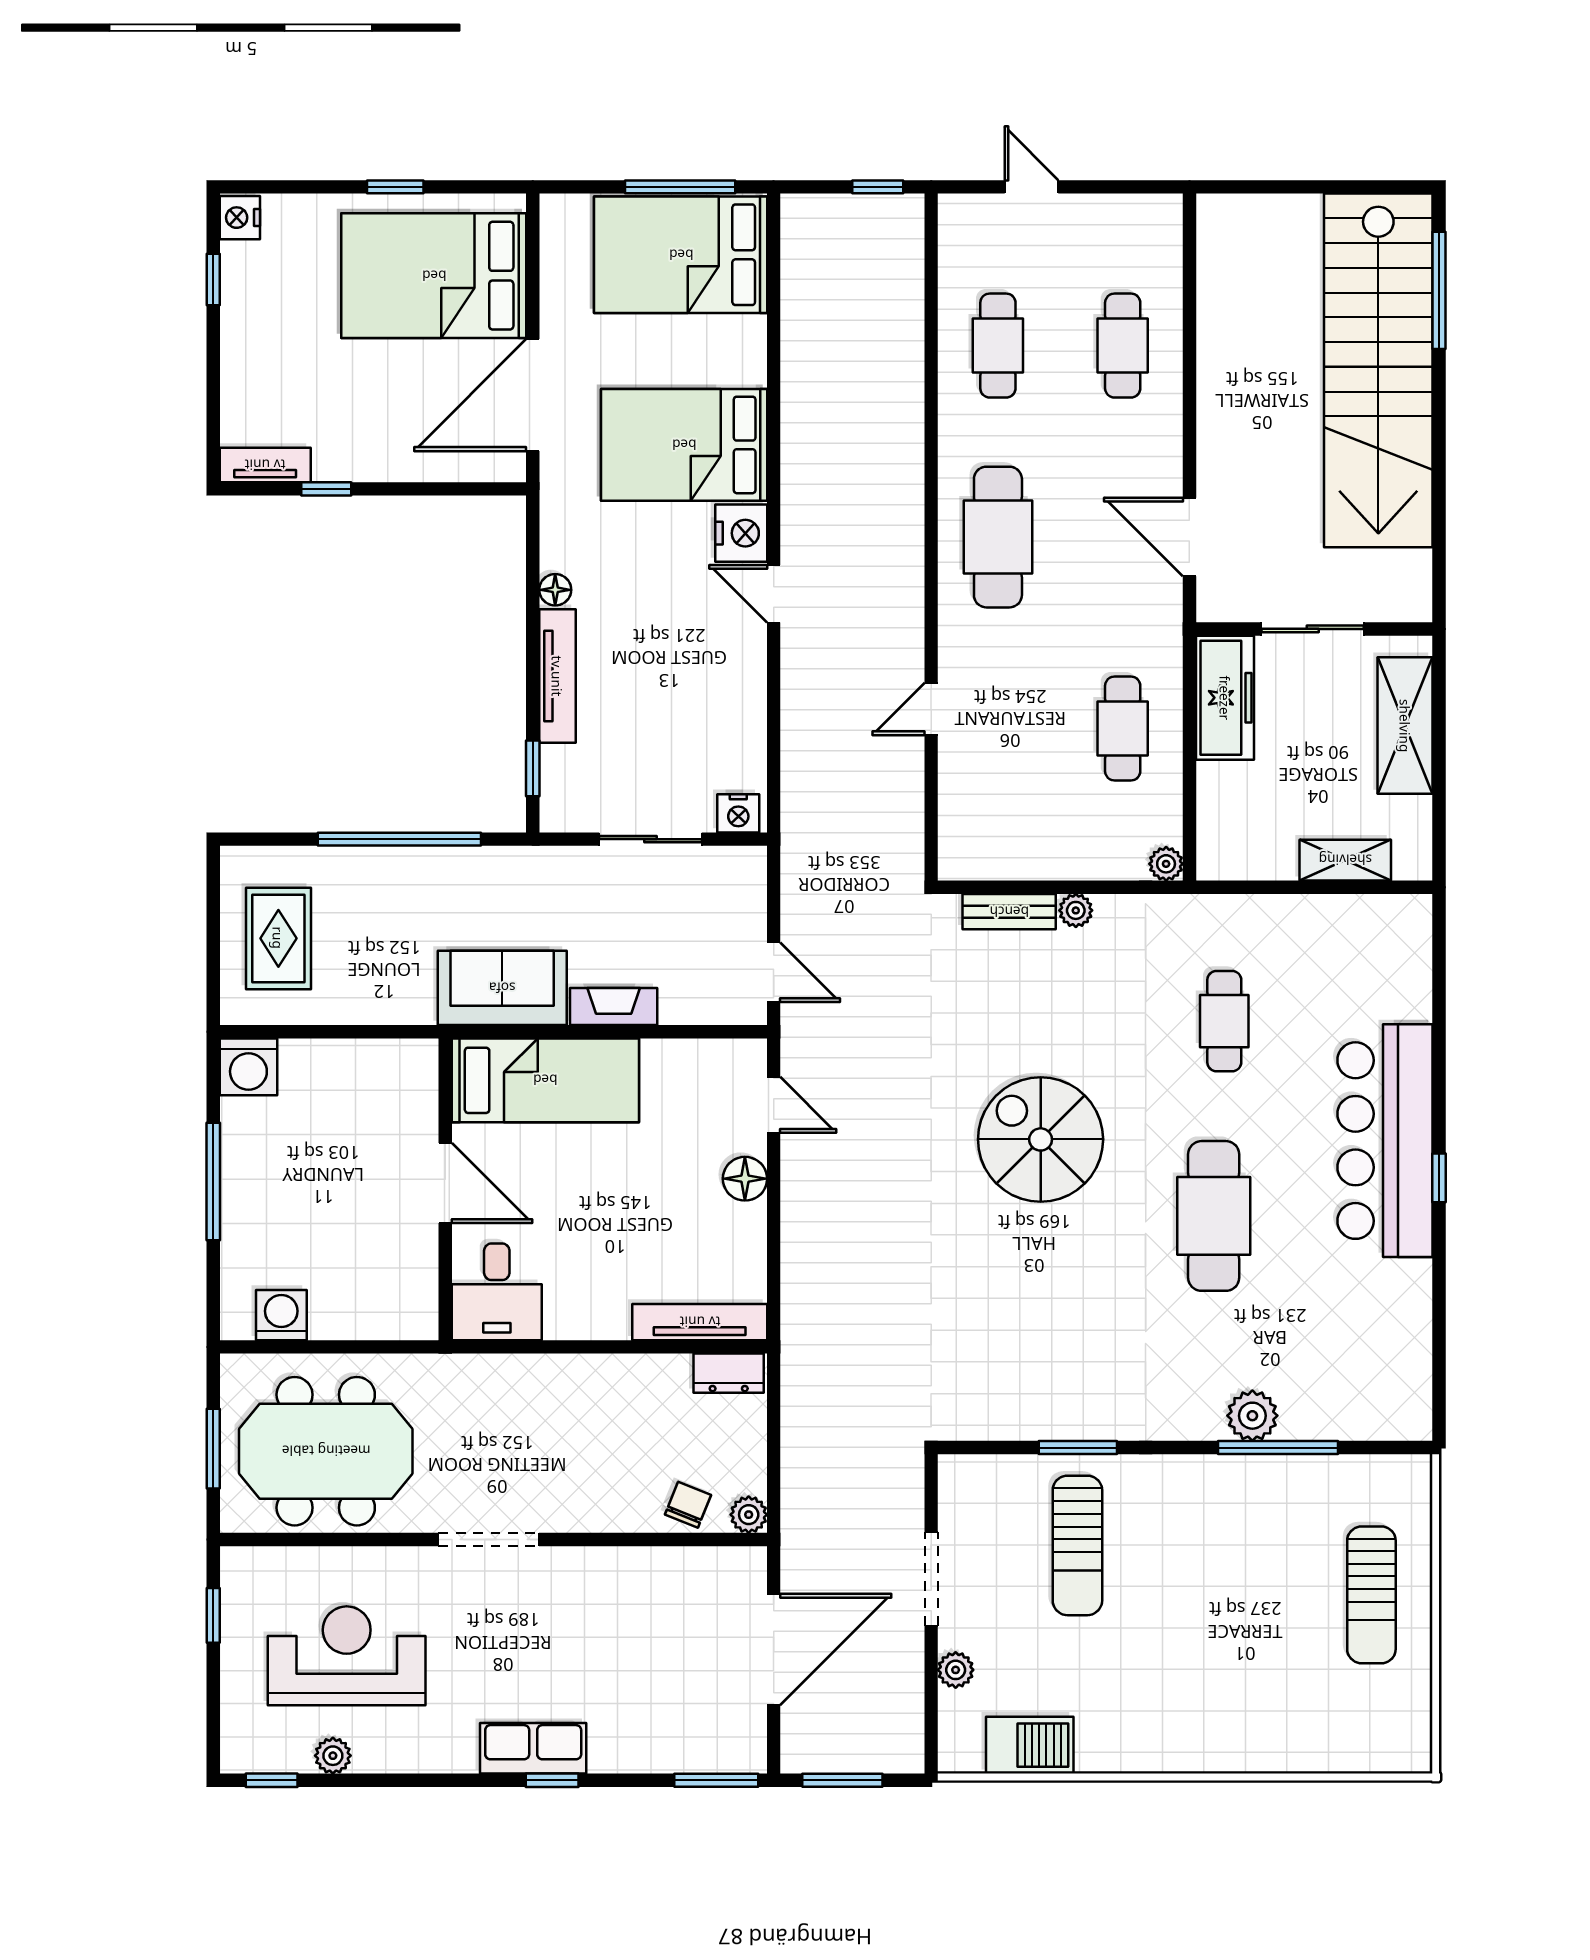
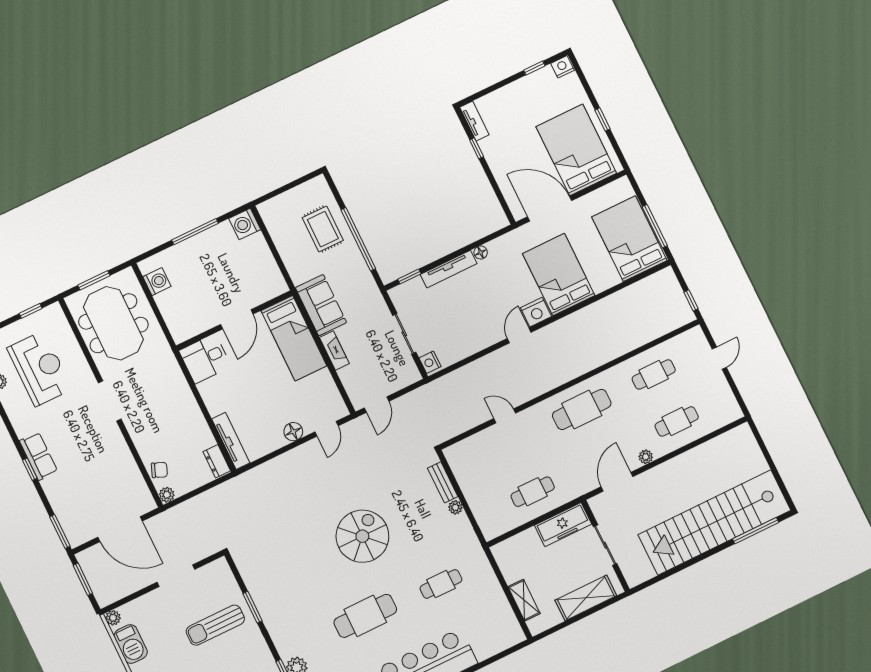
plant: (1166, 864) -> (646, 457), moved
rug: (278, 938) -> (323, 229), moved, turned 90
plant: (956, 1670) -> (113, 618), moved

